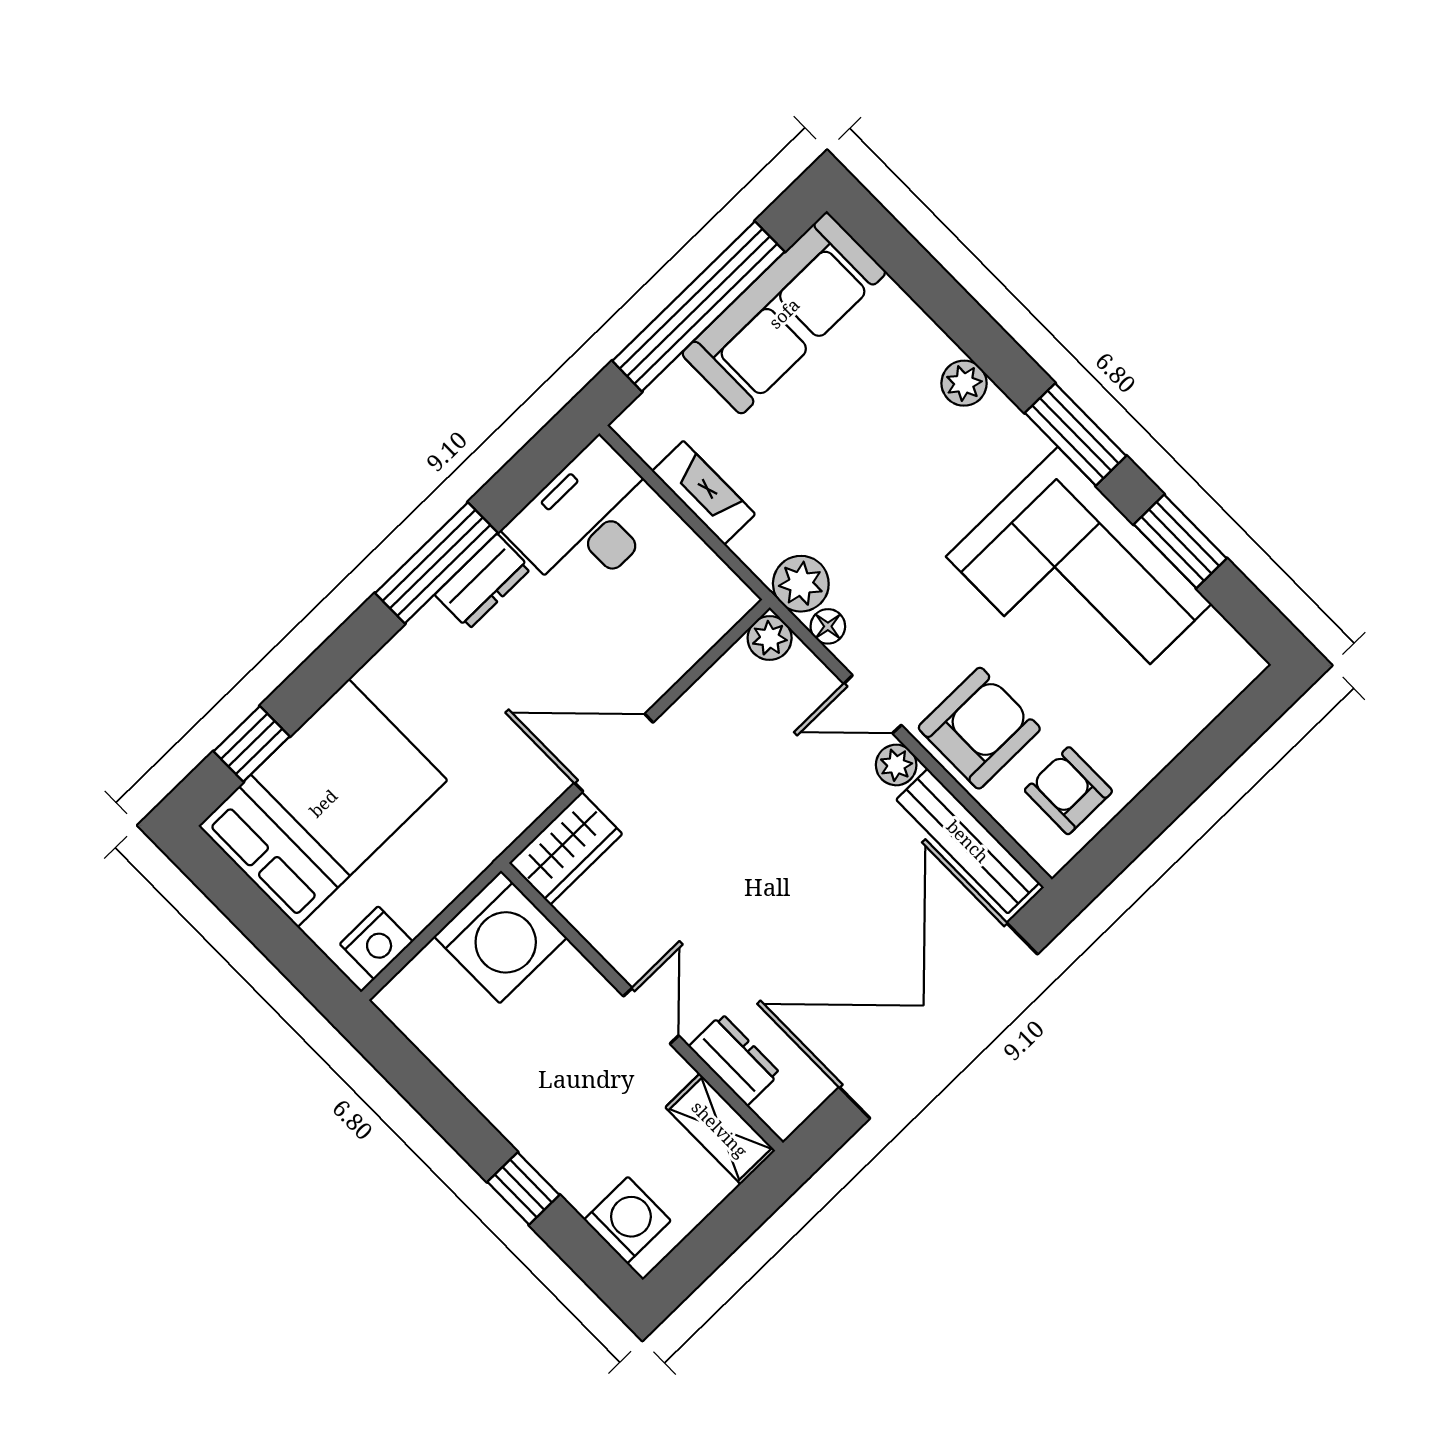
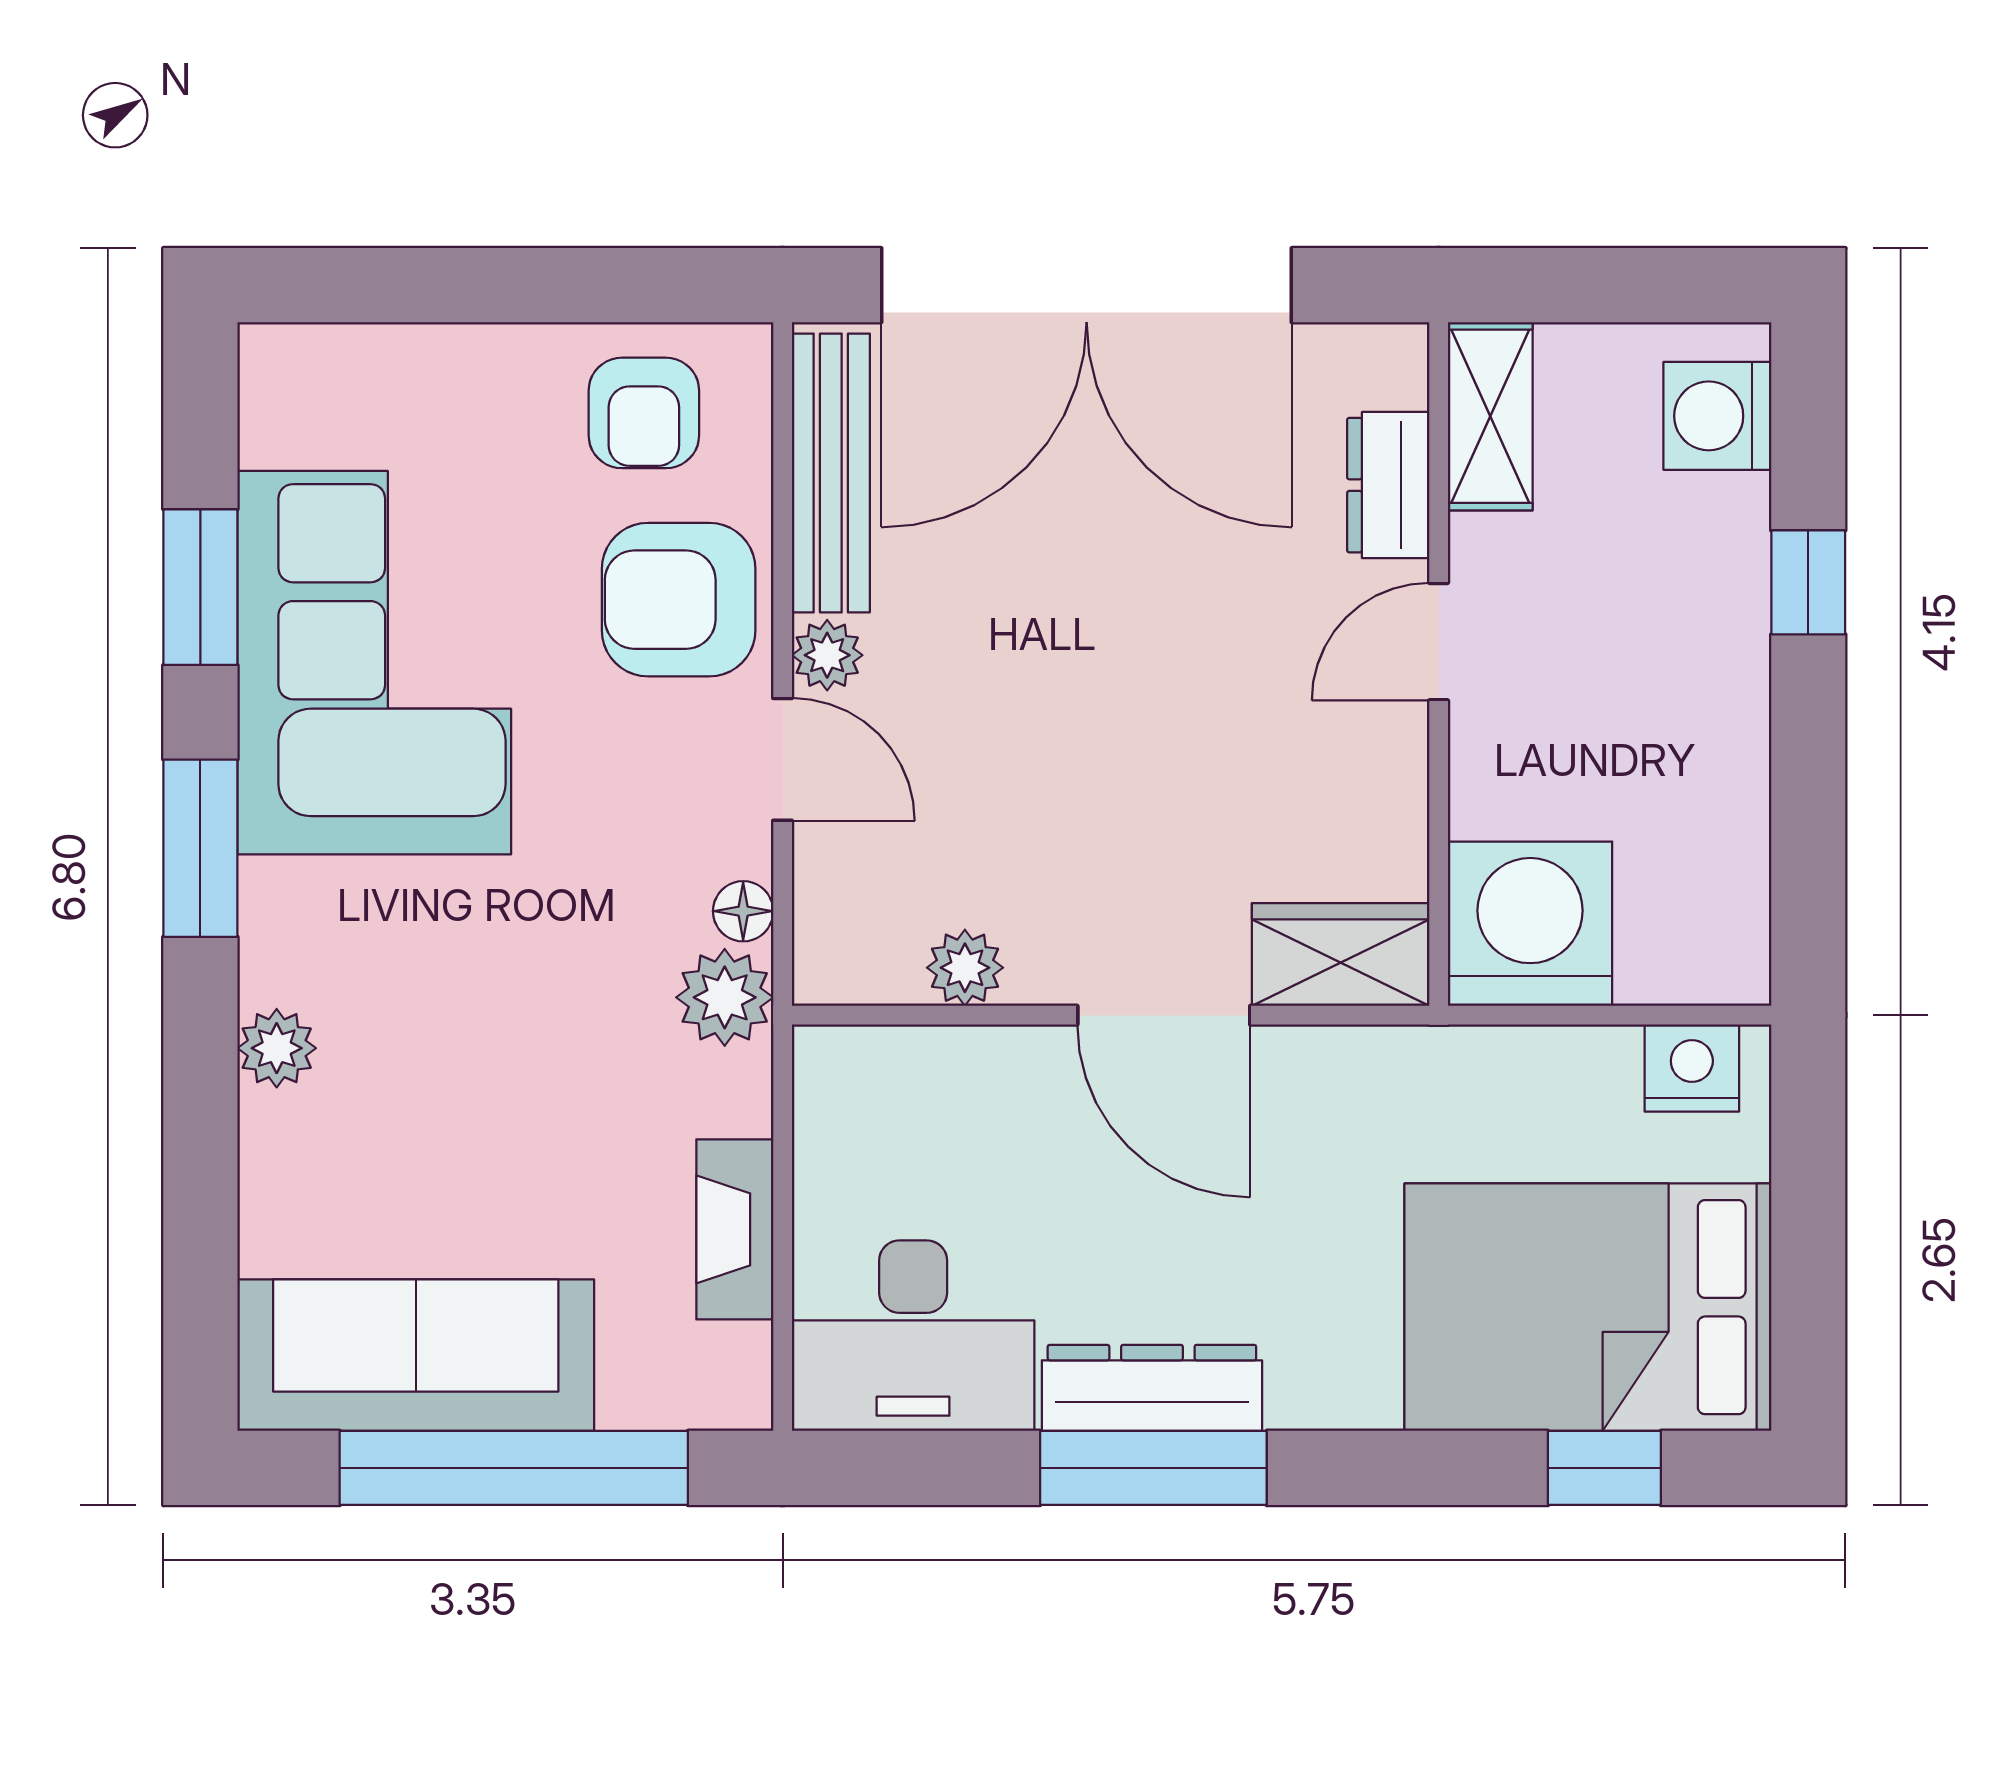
dresser: (483, 582) -> (1152, 1388), width x1.44
plant: (770, 638) -> (965, 968), moved

